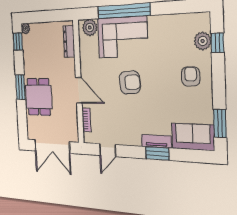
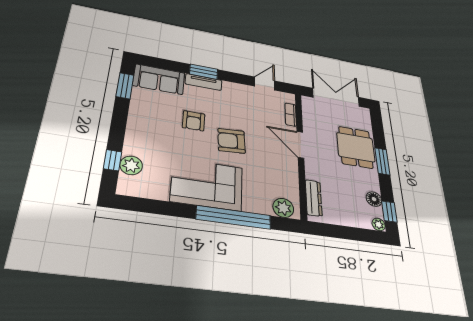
corner sofa: (122, 37) -> (207, 184), moved
floor lamp: (28, 50) -> (374, 199), added
armchair: (191, 76) -> (194, 121), moved

